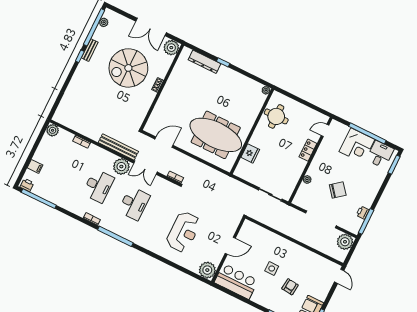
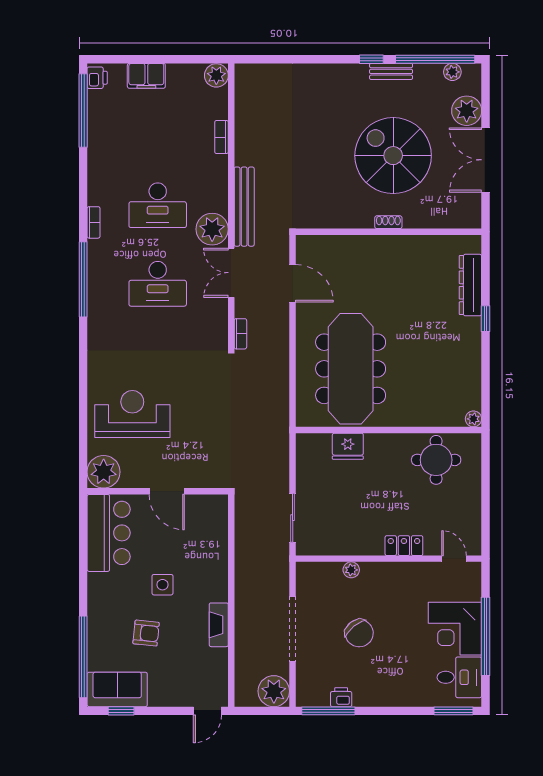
plant: (171, 48) -> (467, 111), moved
filing cabinet: (35, 166) -> (146, 76), width x2.00
reception desk: (183, 232) -> (132, 414), moved, turned 180
fireplace: (302, 252) -> (219, 625), added

